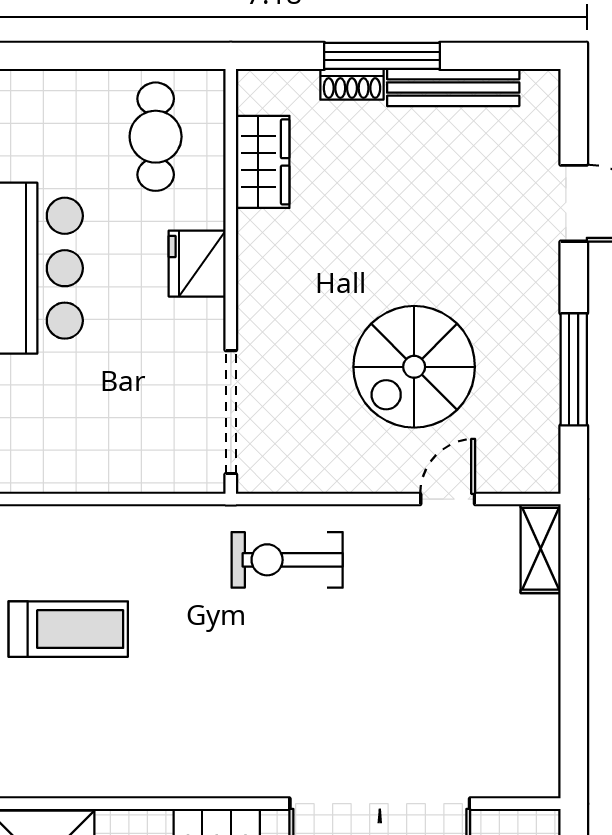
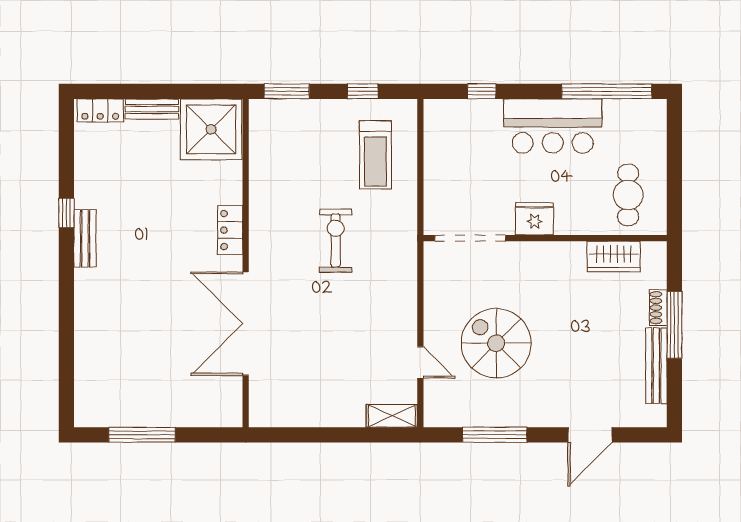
cafe table: (156, 137) -> (628, 195), turned 90
fridge: (197, 264) -> (535, 219), moved
exercise bike: (287, 560) -> (336, 240), moved
treadmill: (68, 629) -> (376, 155), moved

